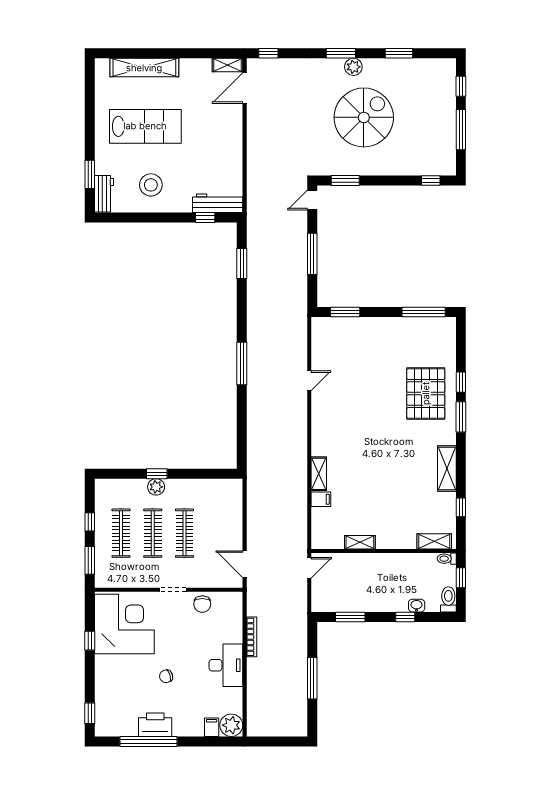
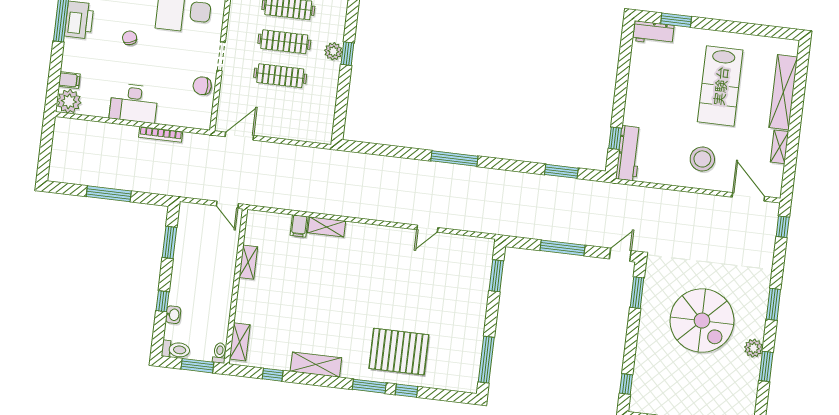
shelving: (228, 65) -> (780, 147), moved
plant: (353, 67) -> (754, 348), moved
stool: (151, 185) -> (702, 159), moved
door: (312, 200) -> (620, 255), hinge flipped
door: (309, 381) -> (427, 229), hinge flipped
window: (461, 578) -> (197, 366), width x1.50

